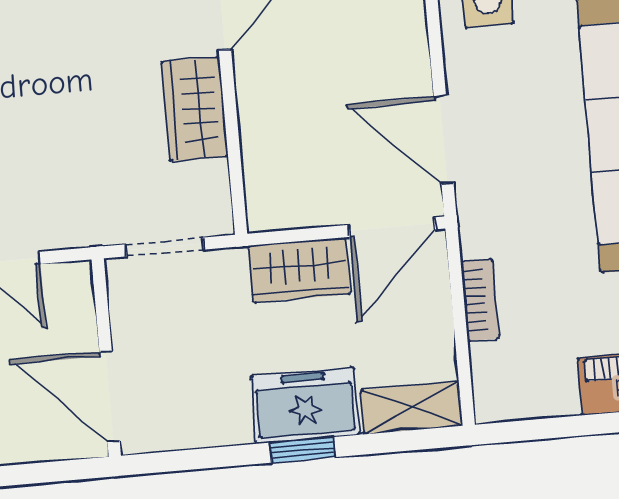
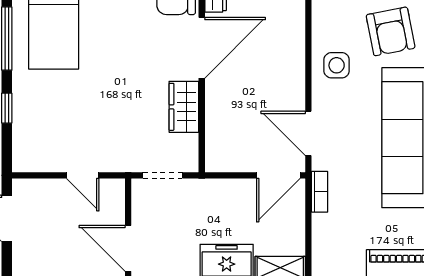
wardrobe: (299, 270) -> (230, 193), removed
bookcase: (480, 300) -> (320, 192), moved

